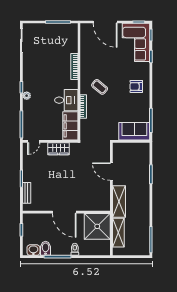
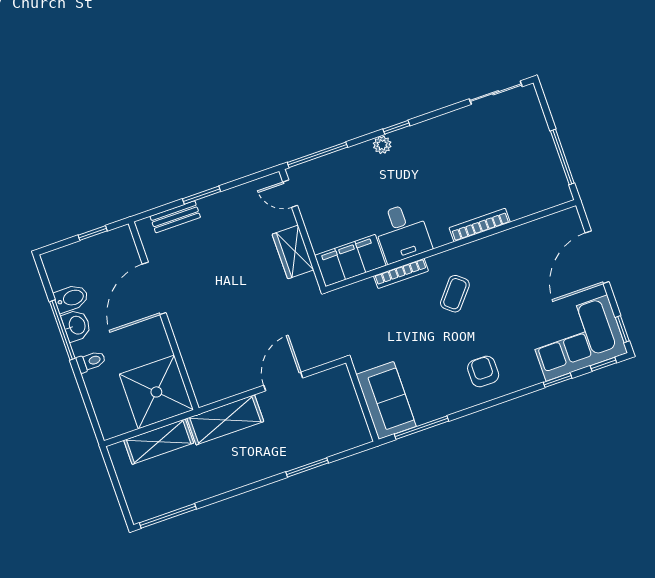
door: (64, 212) -> (154, 288), moved
washbasin: (33, 250) -> (77, 325), moved

